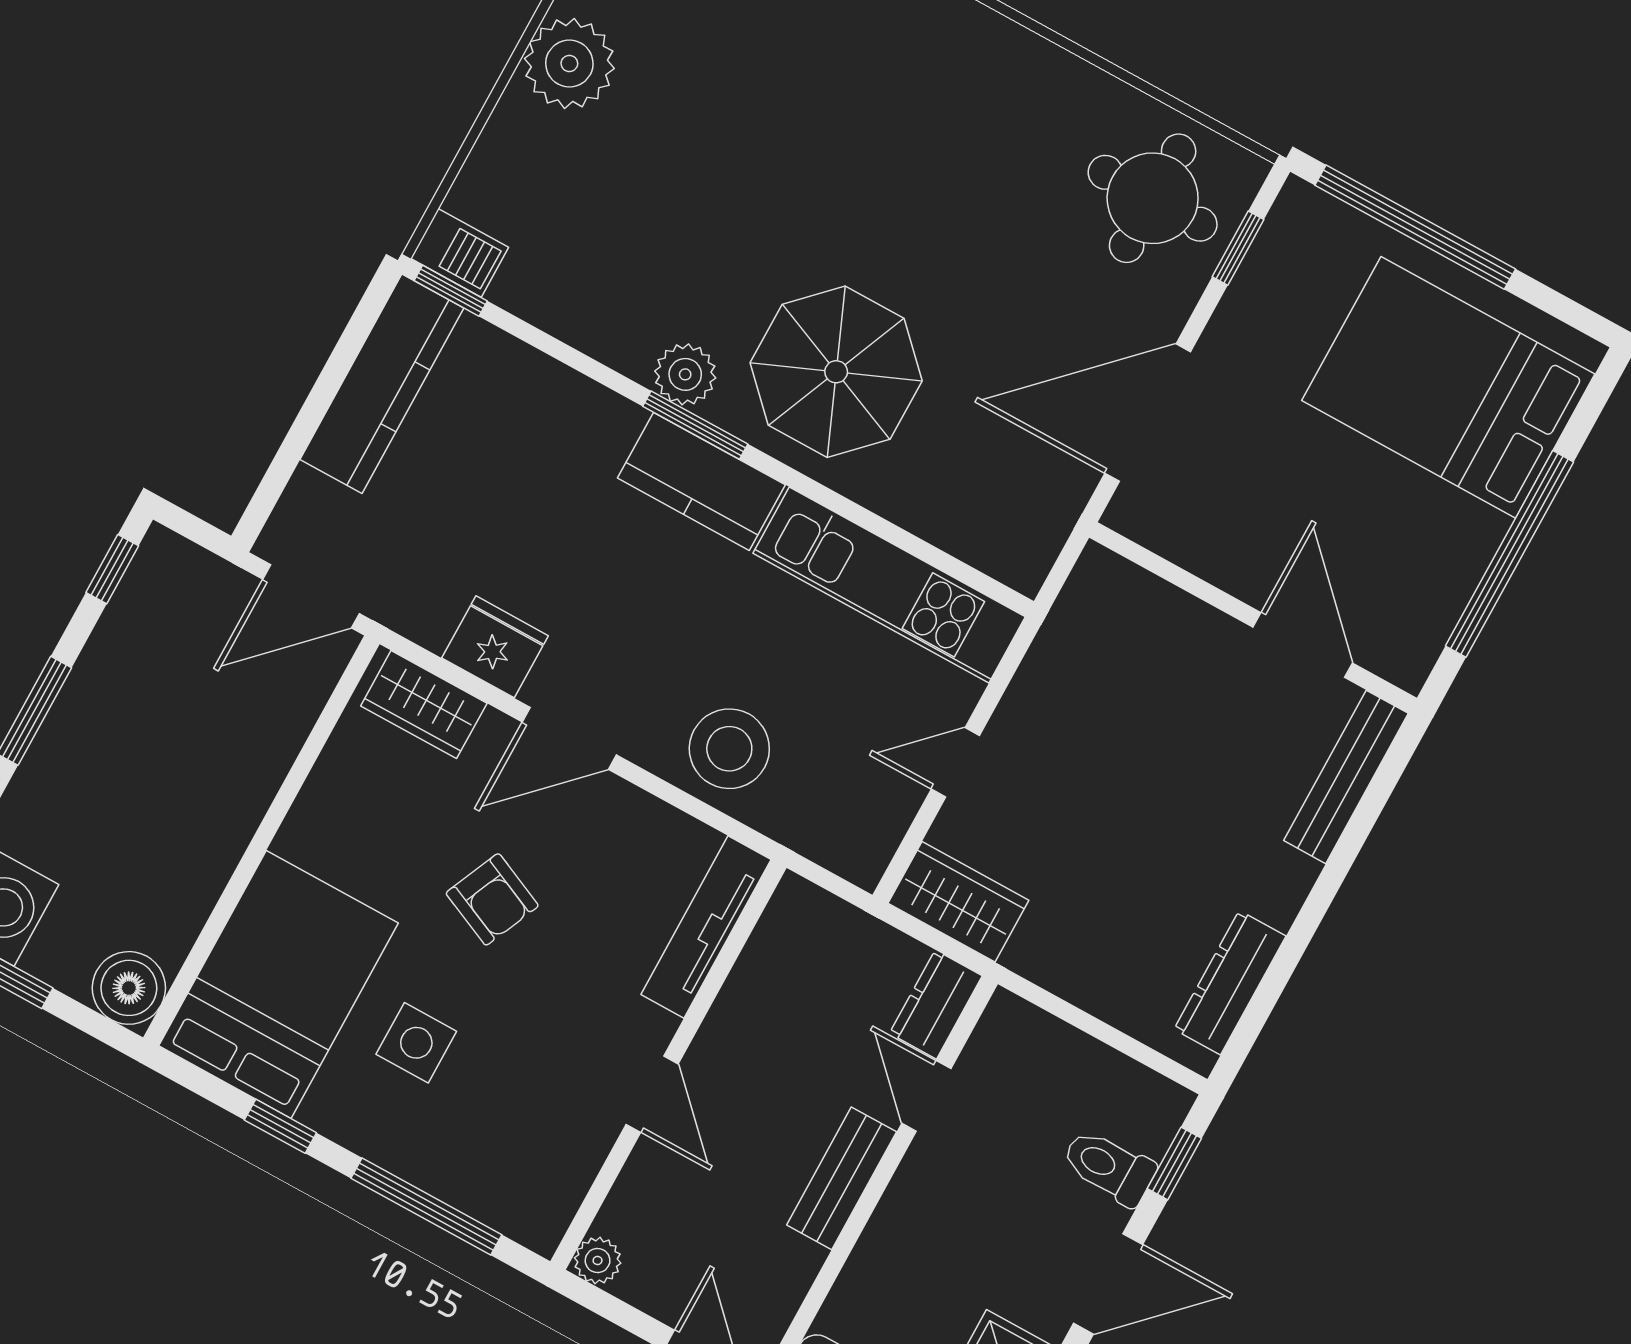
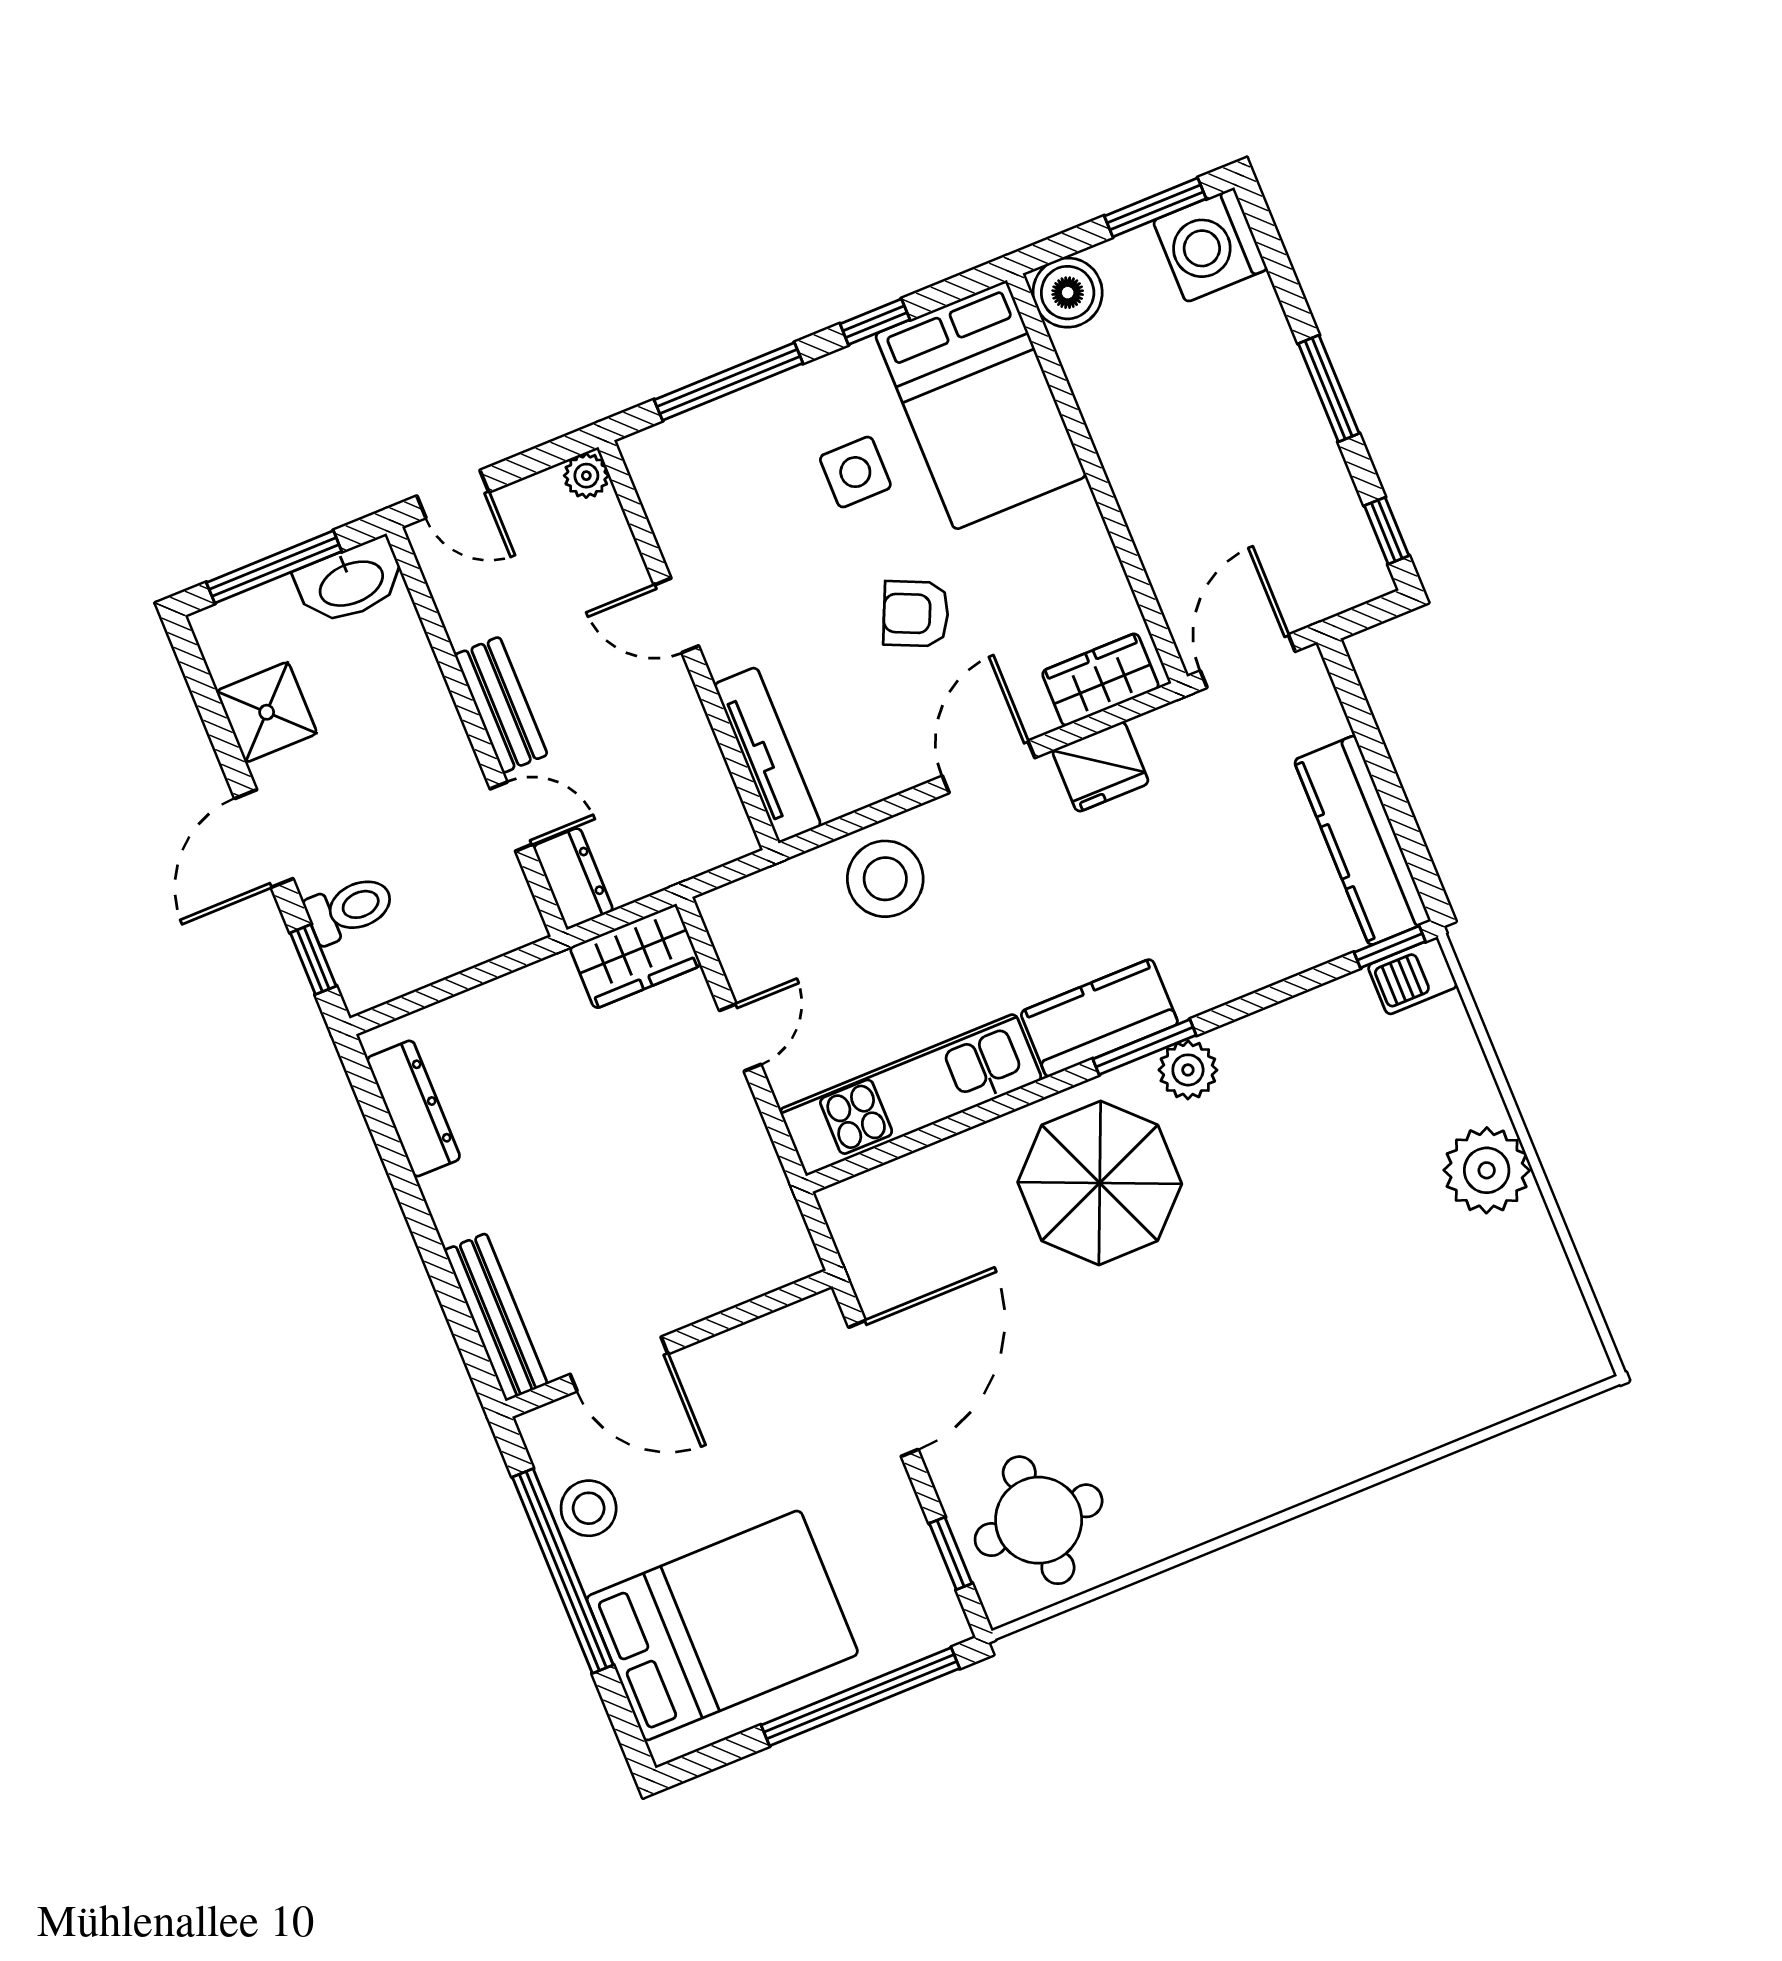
stool: (1441, 574) -> (589, 1508), added

